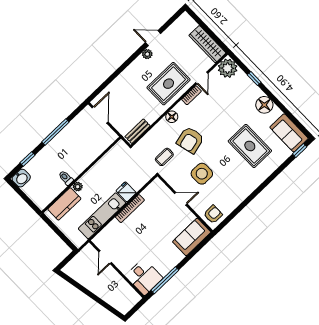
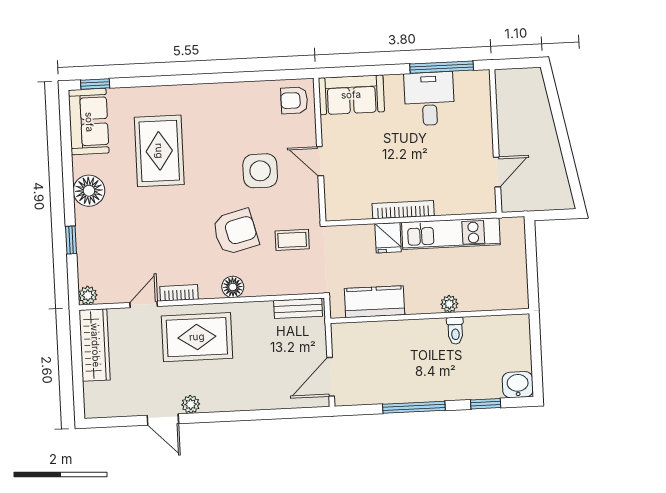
plant: (228, 68) -> (88, 295), width x0.53, depth x0.53
kitchen counter: (64, 204) -> (374, 302), moved
desk: (144, 277) -> (429, 99), moved

